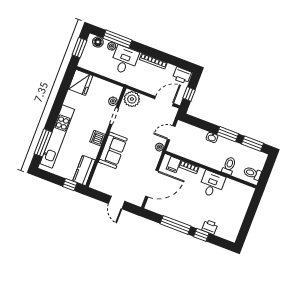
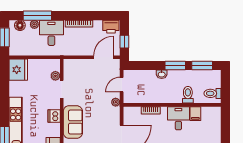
plant: (132, 99) -> (72, 67), removed
filing cabinet: (173, 164) -> (195, 114), moved

